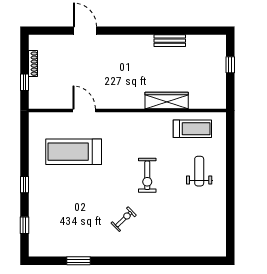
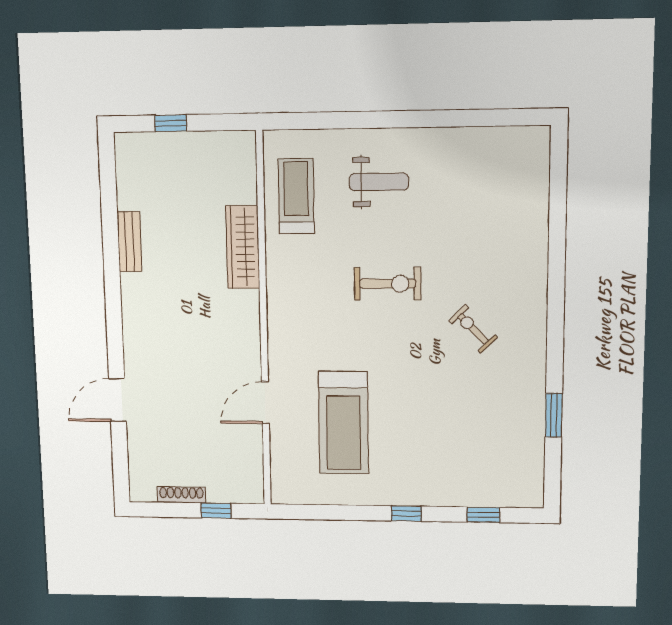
weight bench: (199, 171) -> (379, 182), turned 180

